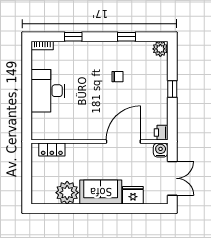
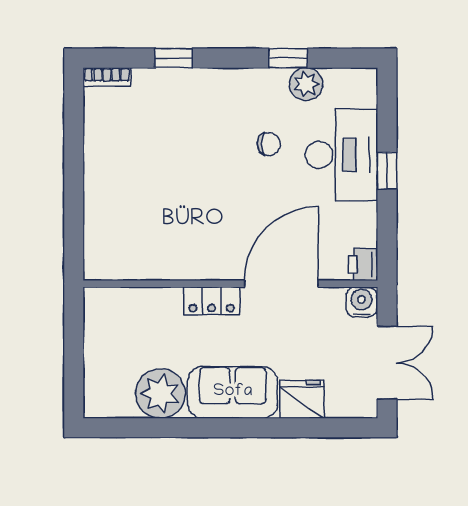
plant: (160, 49) -> (306, 84), moved
desk: (48, 91) -> (341, 155), moved, turned 180
locker: (52, 150) -> (212, 301), moved

